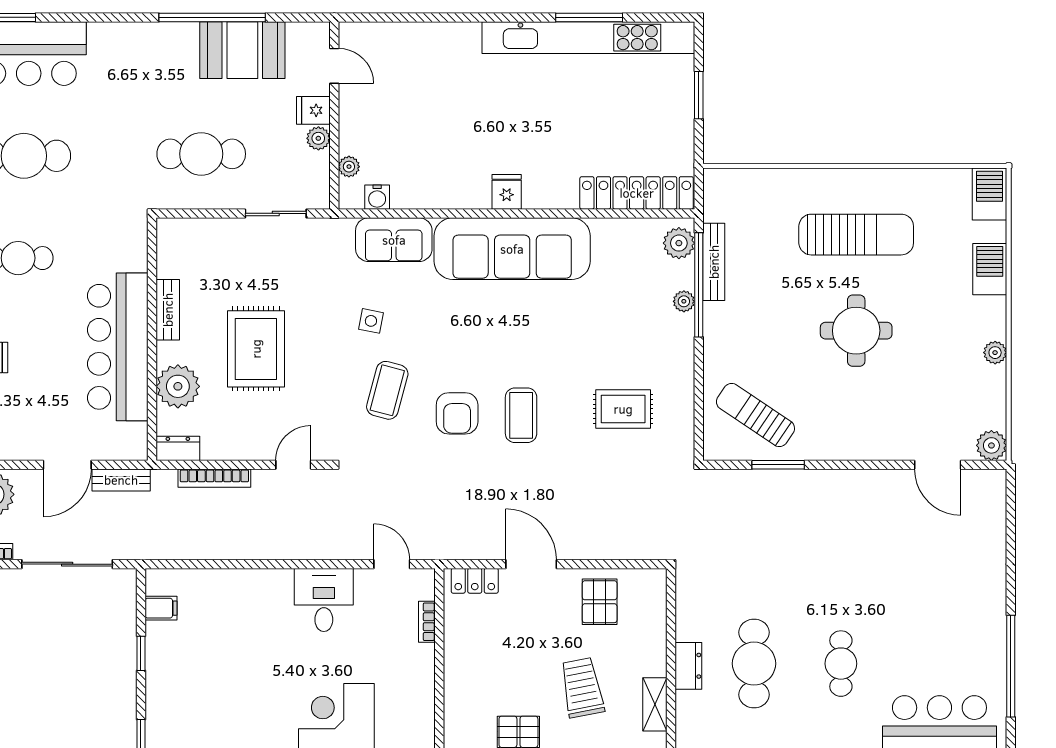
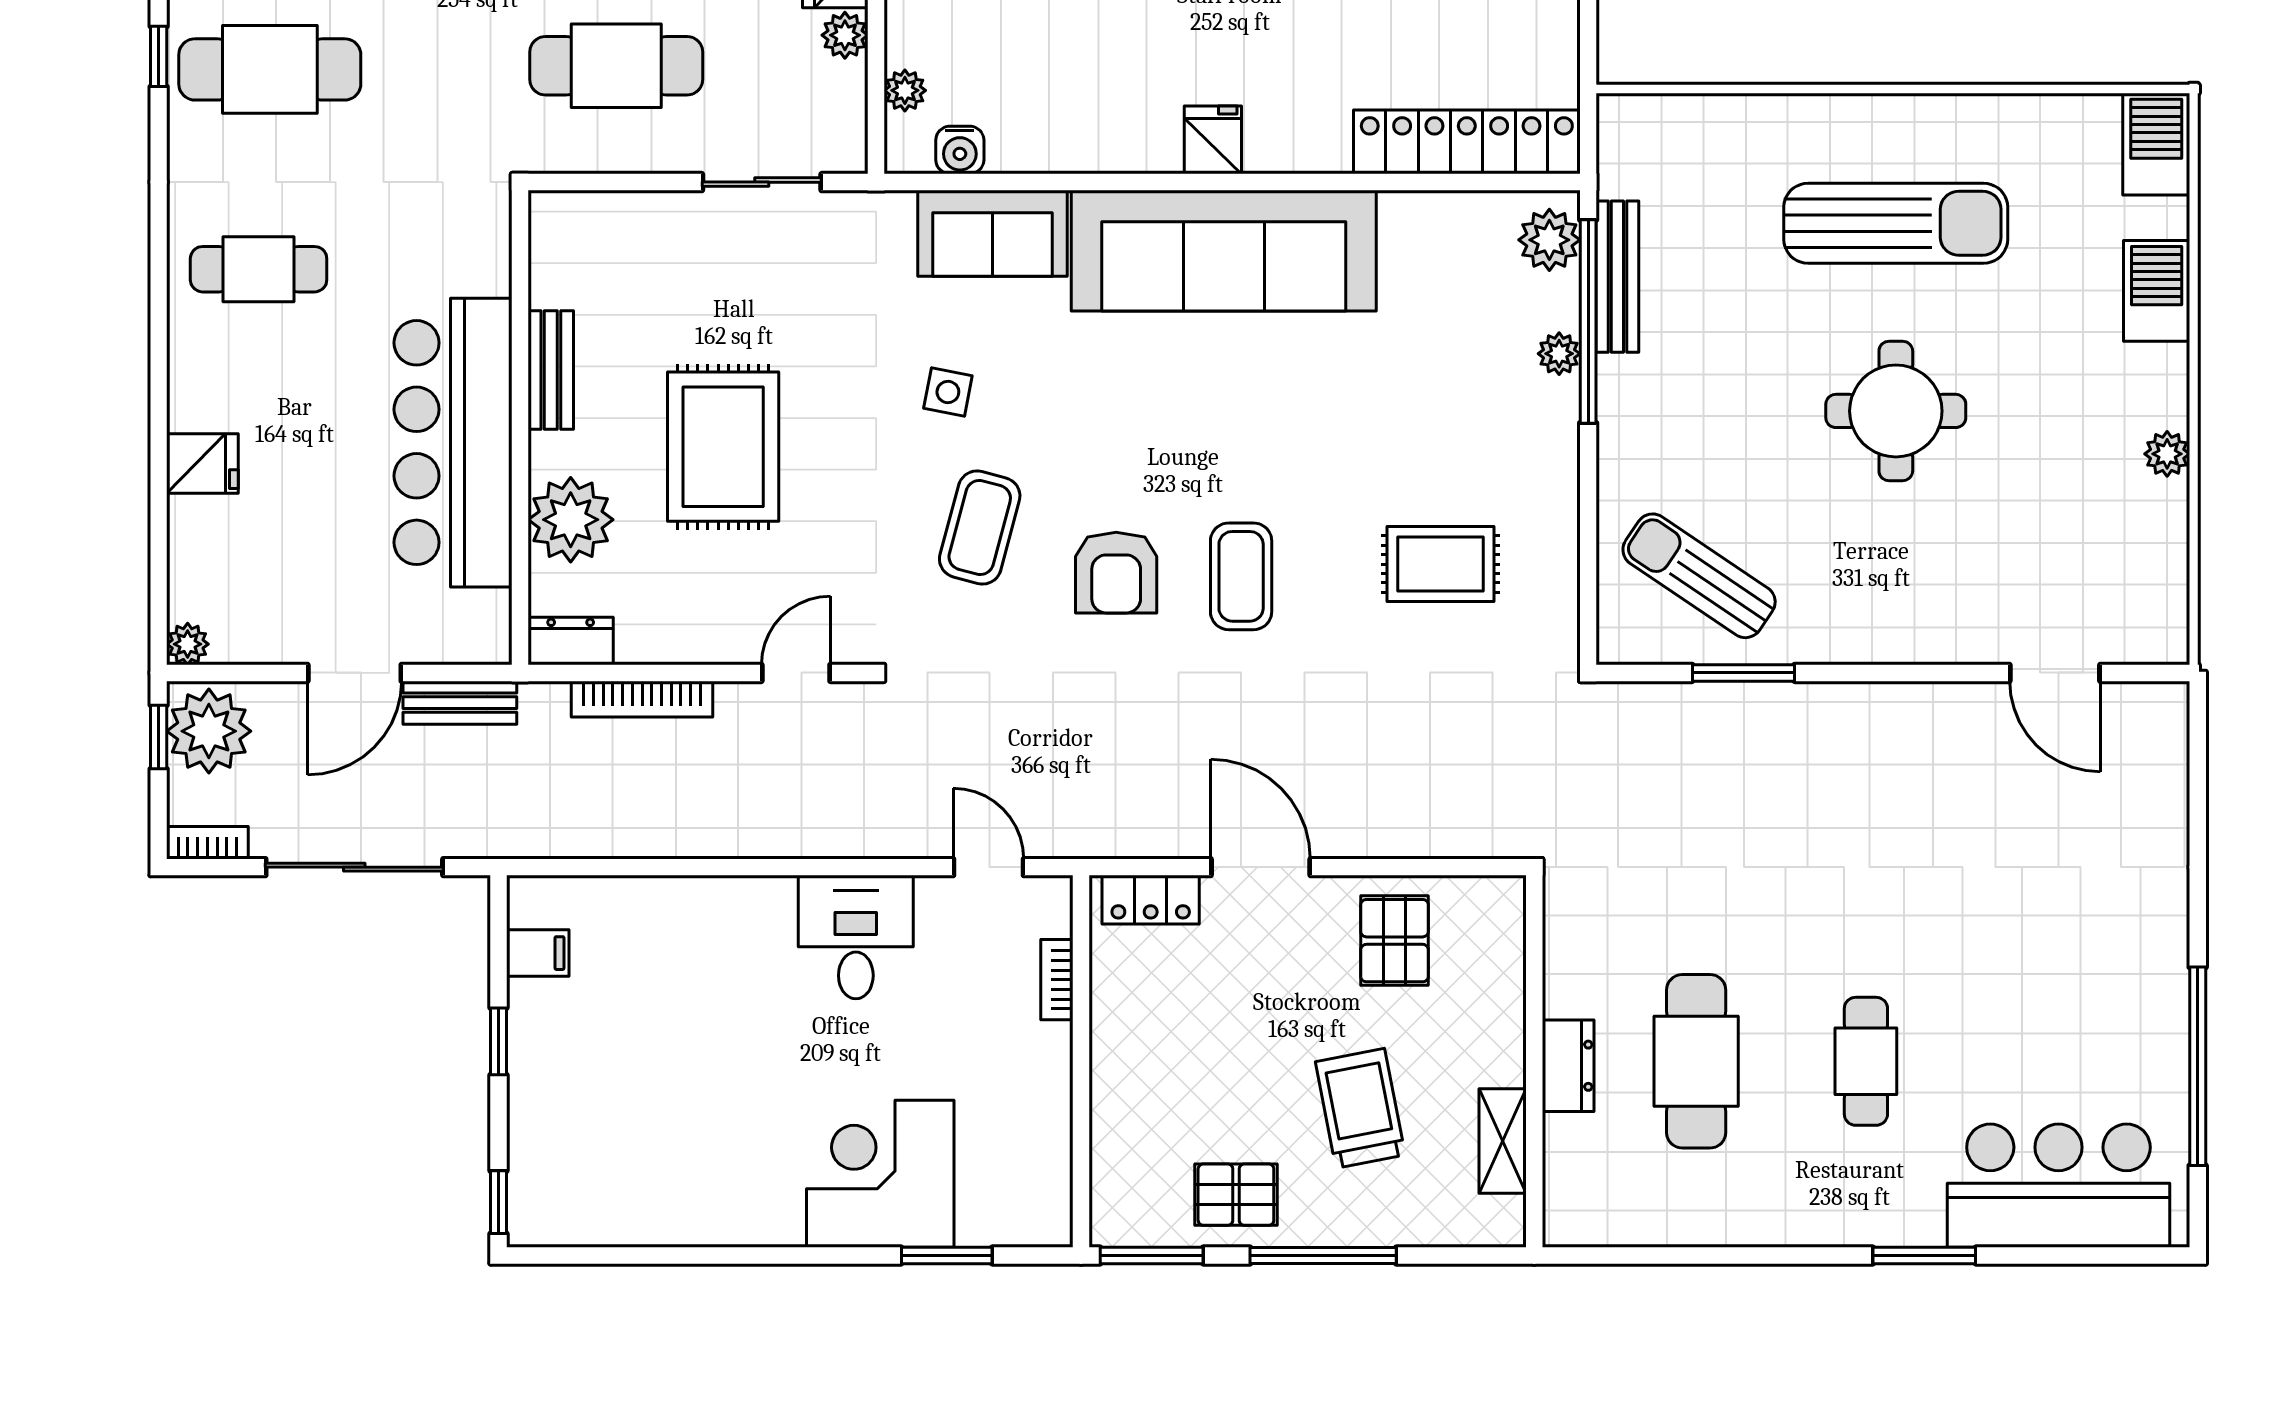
plant: (991, 445) -> (2160, 635), removed

